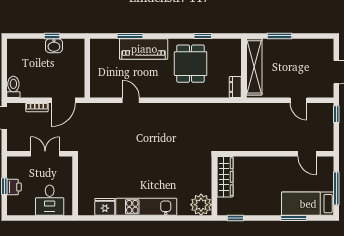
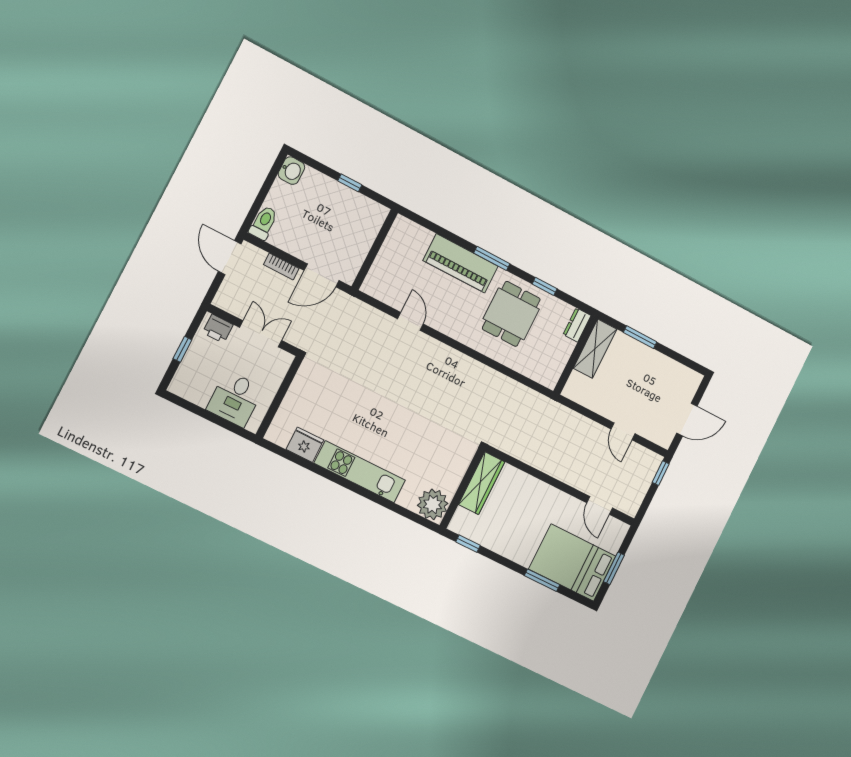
window: (130, 36) -> (492, 258), moved
washbasin: (54, 46) -> (291, 171), moved, turned -90
shelving: (254, 67) -> (595, 349), width x0.68
dresser: (235, 87) -> (577, 325), moved
printer: (14, 187) -> (218, 329), moved, turned 90
window: (336, 189) -> (614, 568), width x0.69
bed: (308, 204) -> (572, 563), width x1.50

